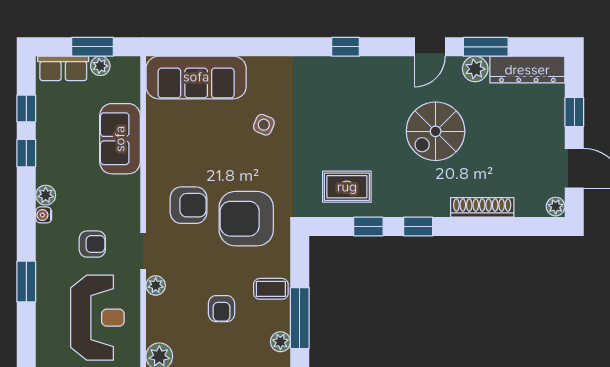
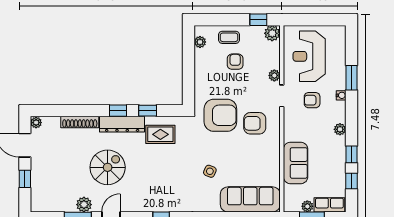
dresser: (527, 70) -> (122, 124), moved, turned 180
water cooler: (44, 215) -> (341, 95), moved
coffee table: (271, 289) -> (229, 37), moved
window: (300, 318) -> (188, 56), removed

